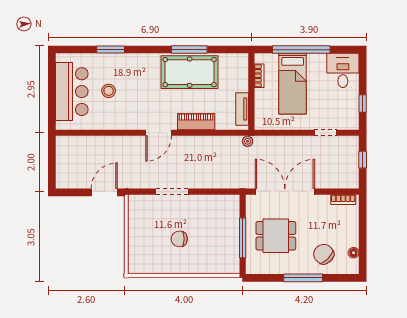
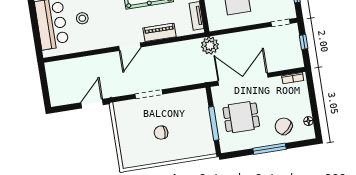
doorway: (325, 133) -> (280, 23), moved
plant: (248, 141) -> (210, 46), width x1.87, depth x1.87

